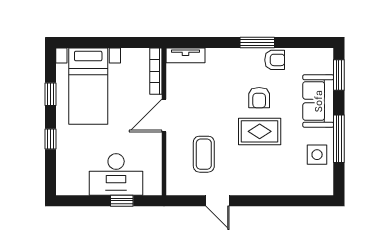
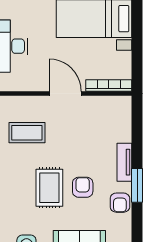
tv unit: (186, 55) -> (124, 162), moved
armchair: (259, 98) -> (83, 187), turned 90

